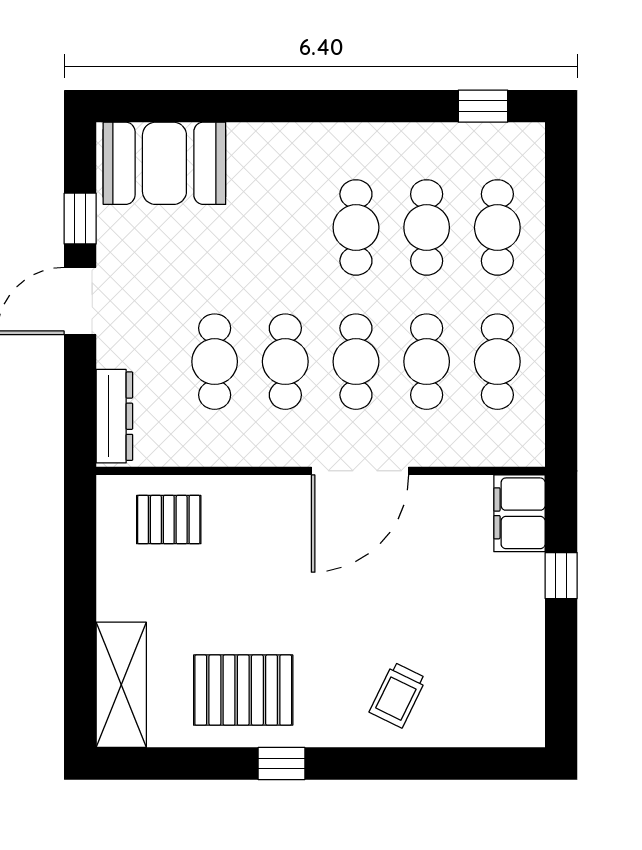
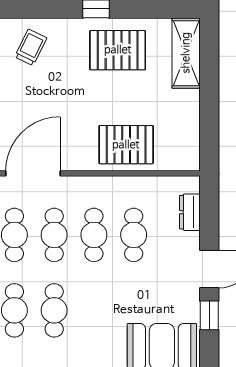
dresser: (114, 416) -> (190, 212), width x0.70
door: (360, 471) -> (33, 173), moved
pallet: (169, 520) -> (126, 145), moved, width x1.50, depth x1.42

